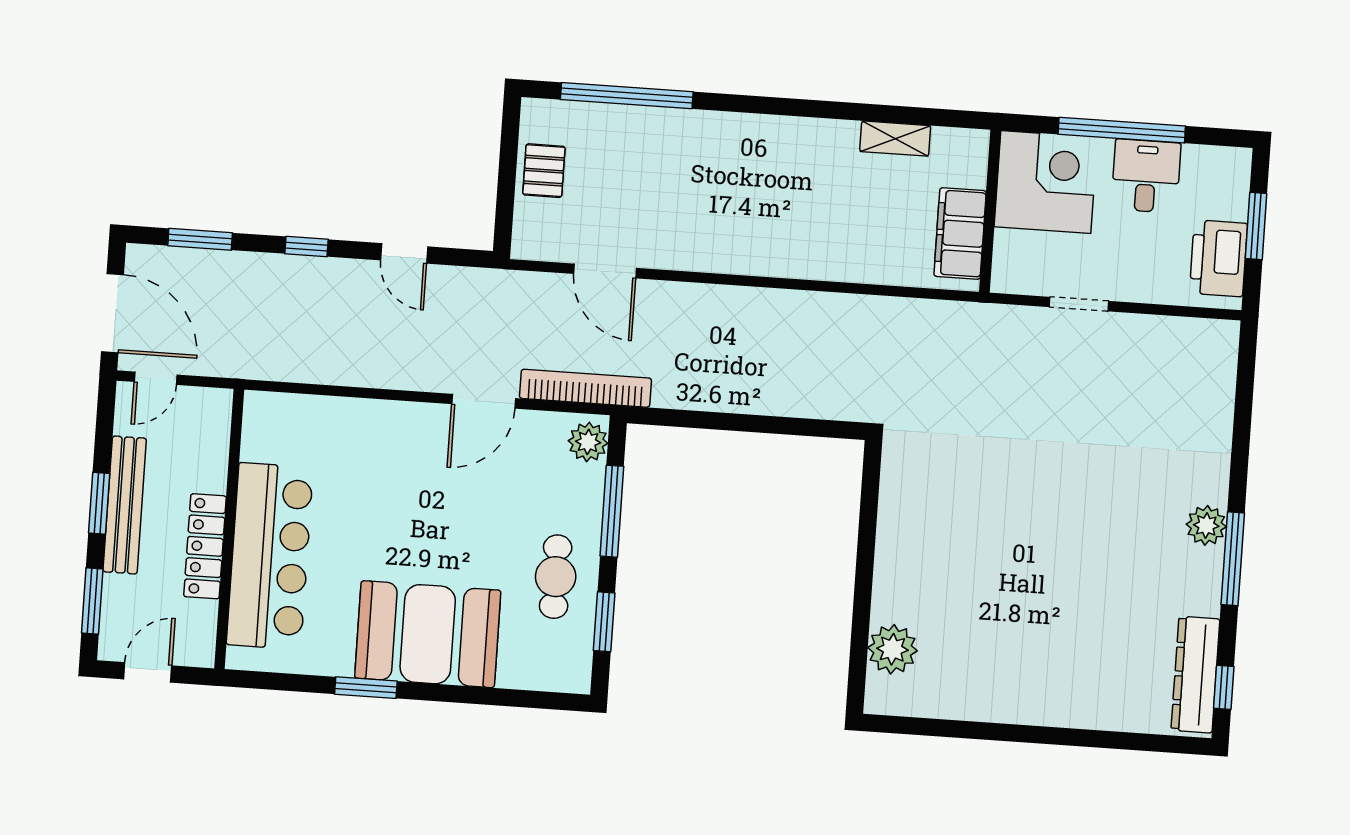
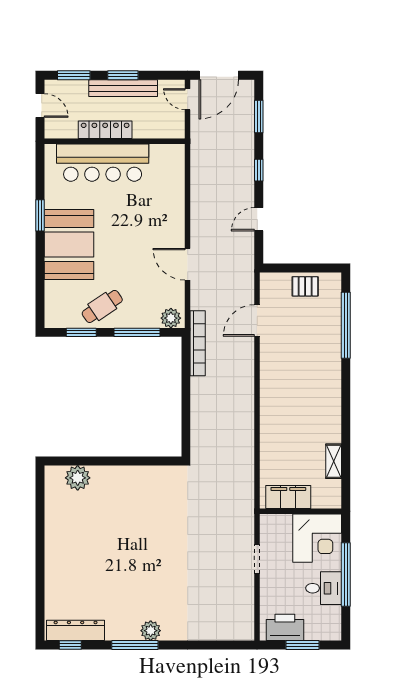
bookcase: (585, 388) -> (198, 343), moved
cafe table: (556, 577) -> (102, 306), turned -34

